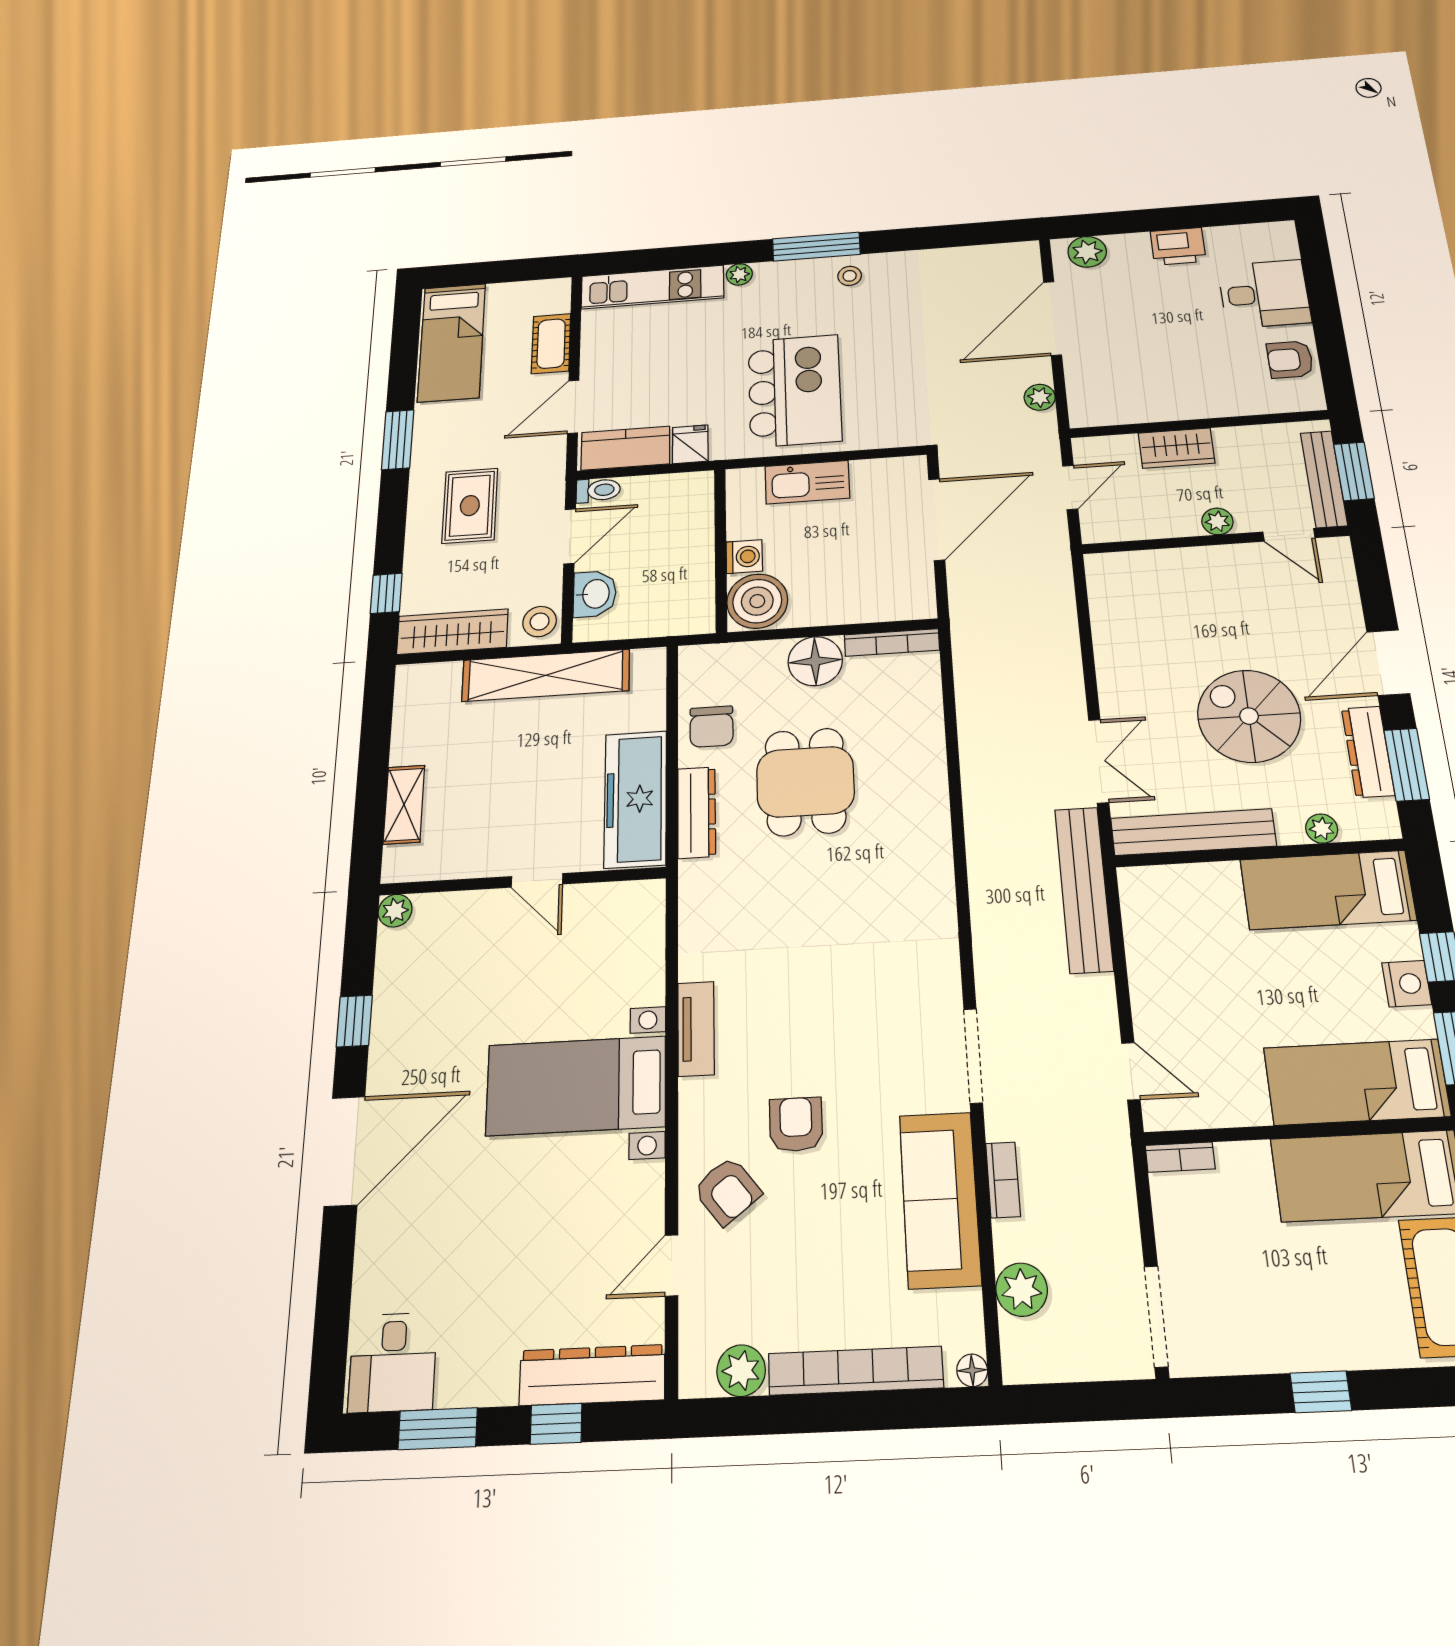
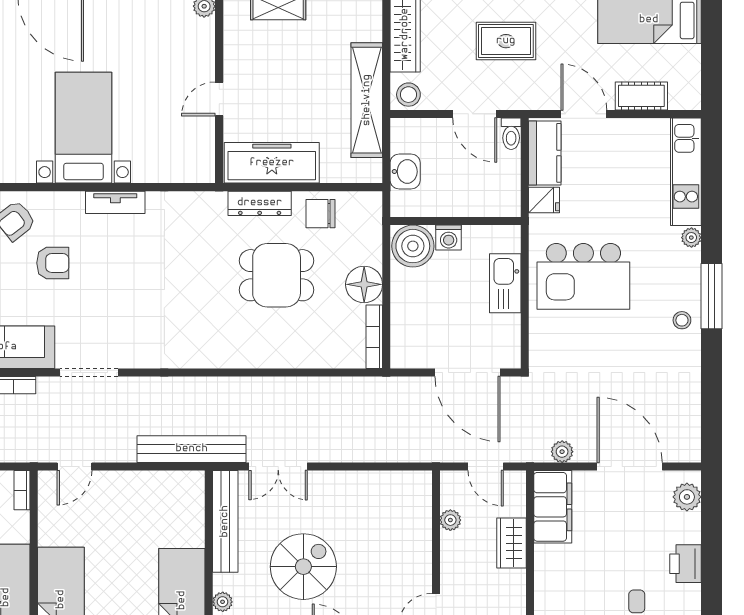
filing cabinet: (1119, 402) -> (553, 507), added
plant: (1217, 521) -> (450, 520), moved
washbasin: (595, 594) -> (405, 172), moved, turned -90

